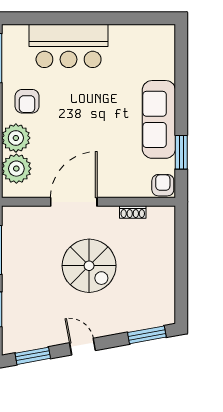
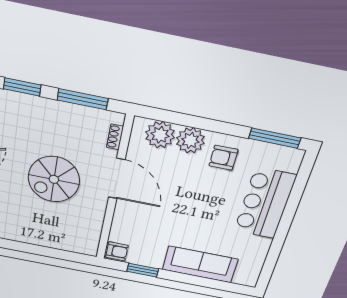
sofa: (159, 119) -> (200, 264), moved
shoe rack: (133, 212) -> (115, 137), moved

